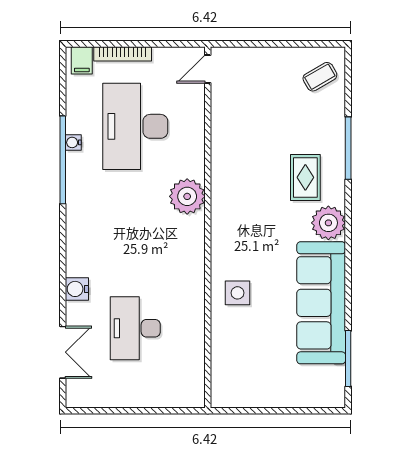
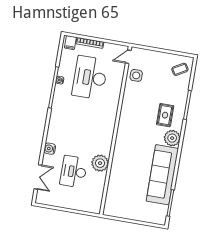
plant: (187, 196) -> (100, 163), moved
side table: (237, 293) -> (136, 75), moved

